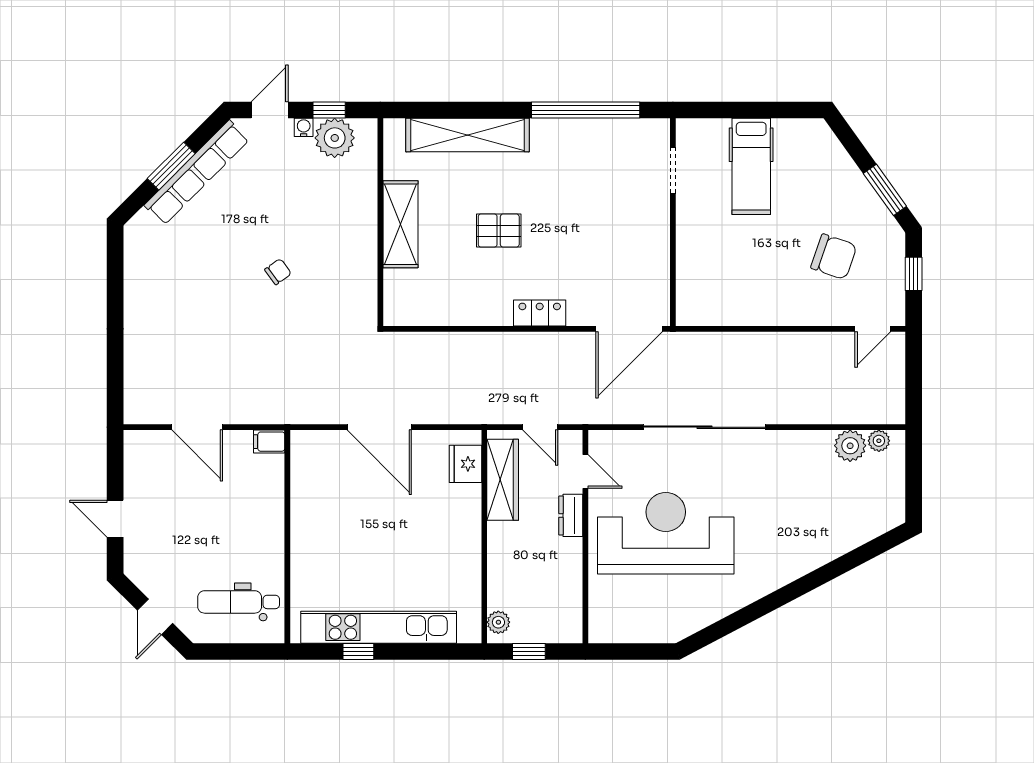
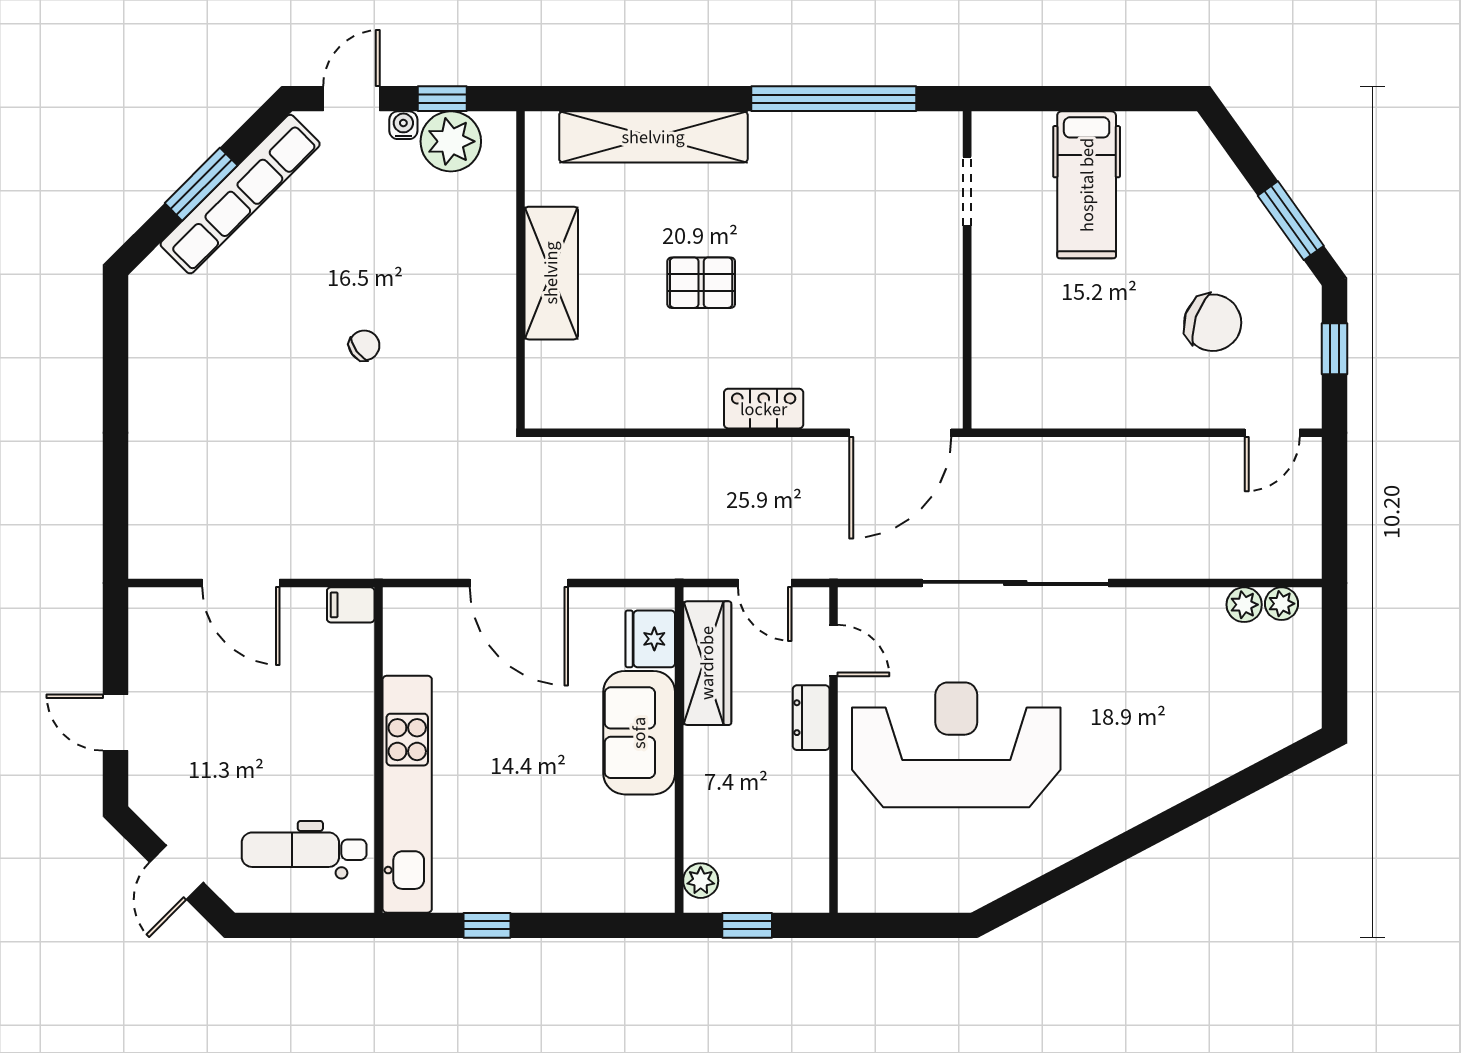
plant: (850, 446) -> (1244, 605), width x0.73, depth x0.73
sofa: (458, 525) -> (639, 733), added
kitchen unit: (379, 627) -> (407, 794), moved, turned 90

